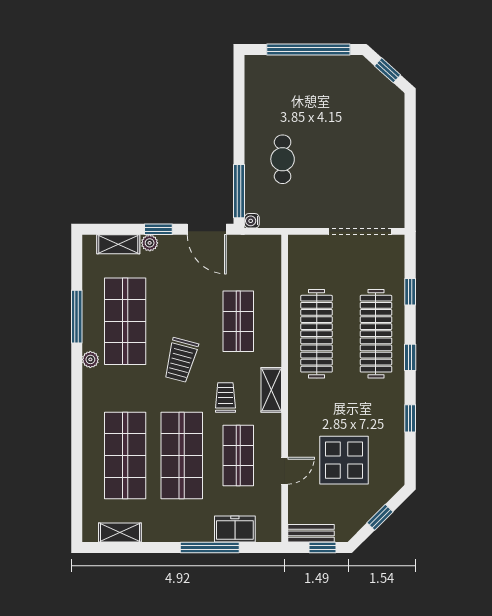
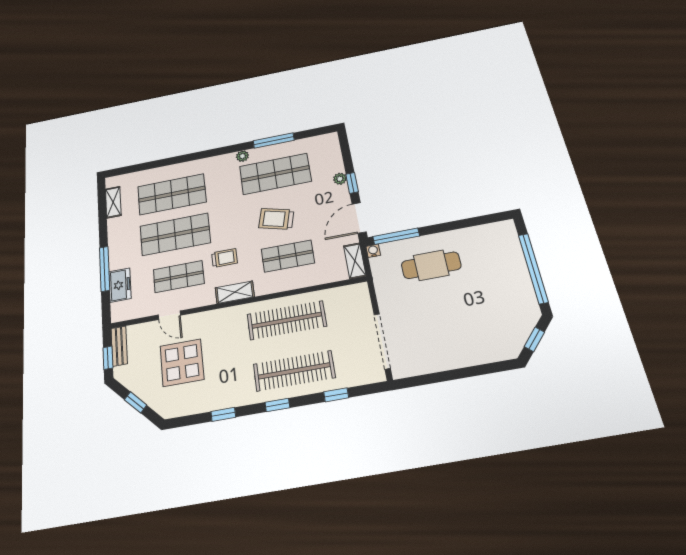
cafe table: (283, 159) -> (431, 265), width x1.37, depth x1.35
shelving: (118, 244) -> (355, 261), moved
trolley: (181, 360) -> (276, 219), moved

